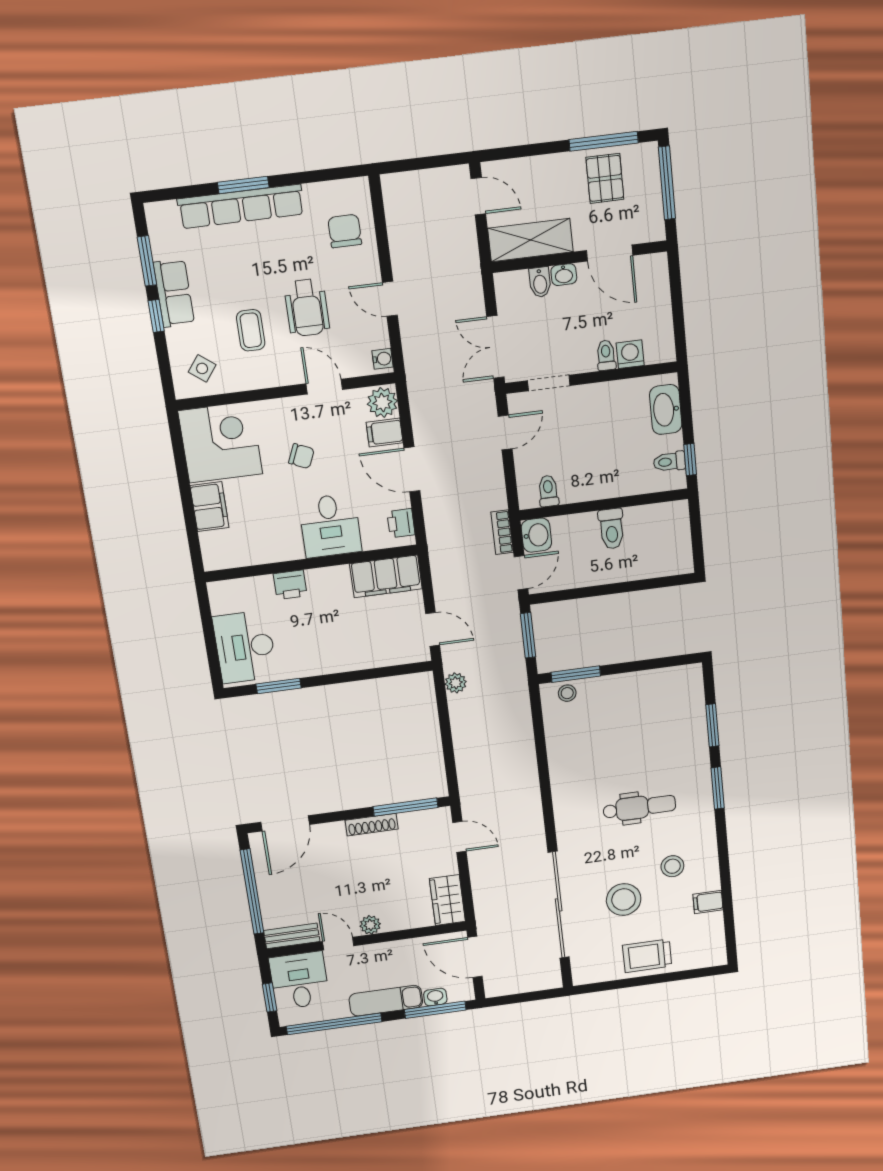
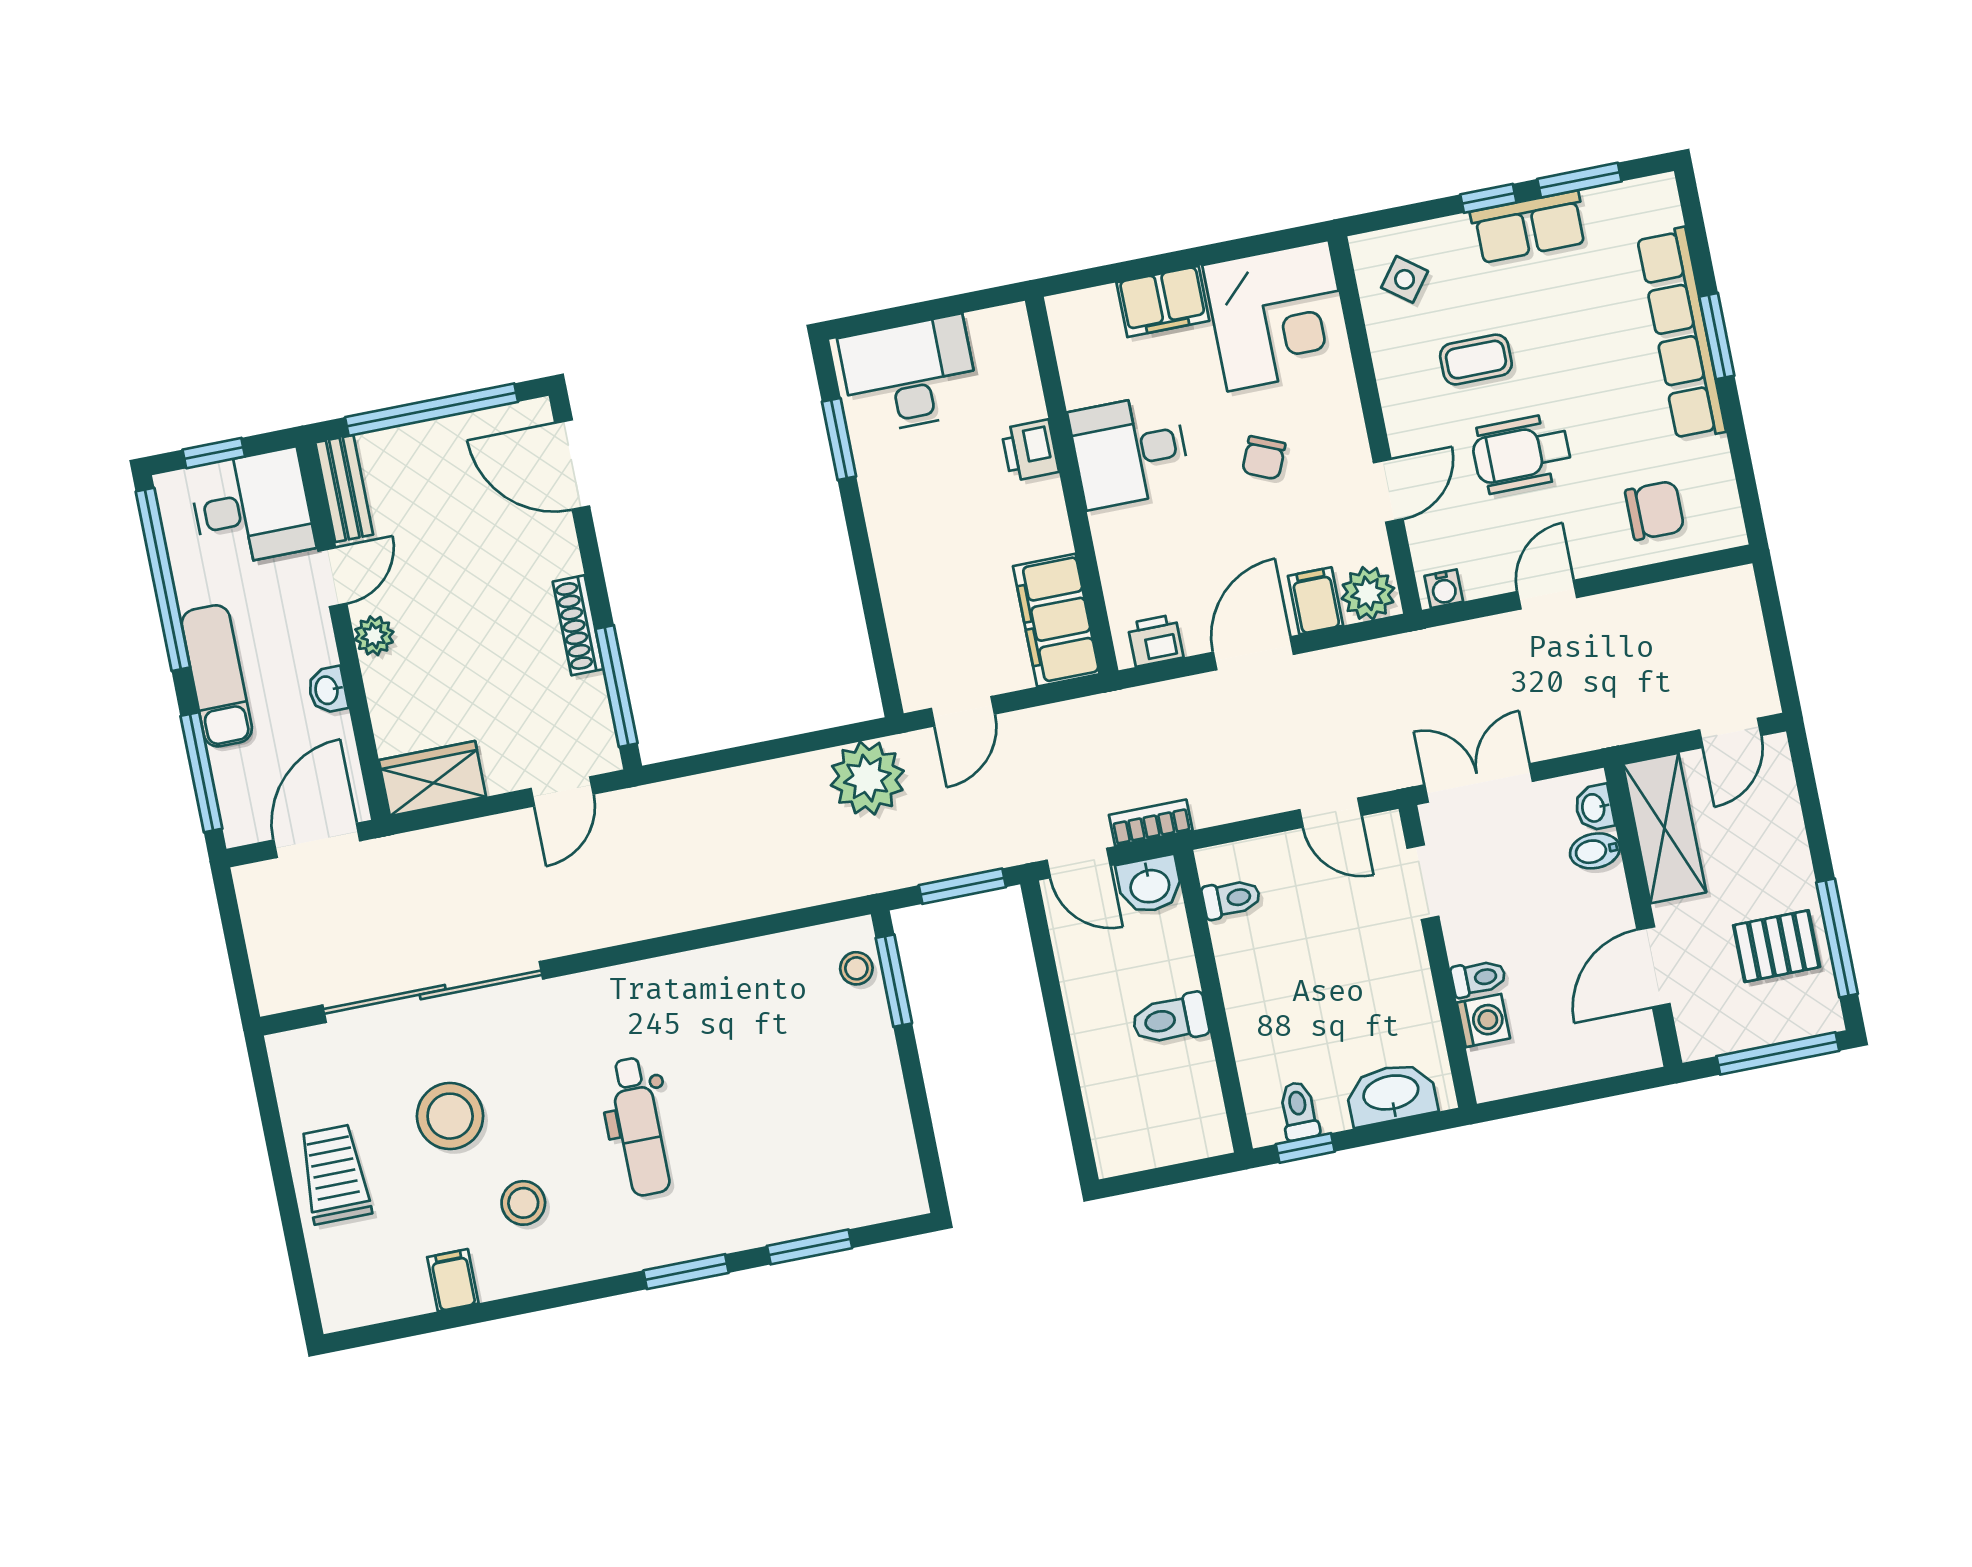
washbasin: (564, 275) -> (1594, 808), moved
desk: (330, 526) -> (1130, 451), moved
plant: (456, 683) -> (867, 778), width x1.87, depth x1.87
washbasin: (435, 997) -> (327, 690), moved, turned 180

